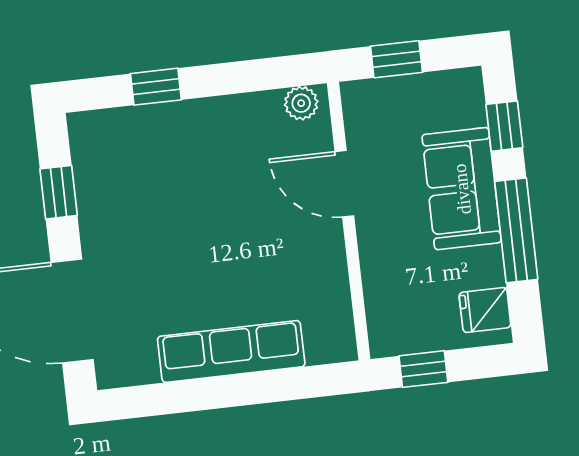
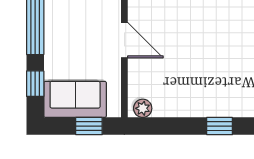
door: (344, 184) -> (124, 40), moved
sofa: (462, 189) -> (75, 99), moved, turned -90

